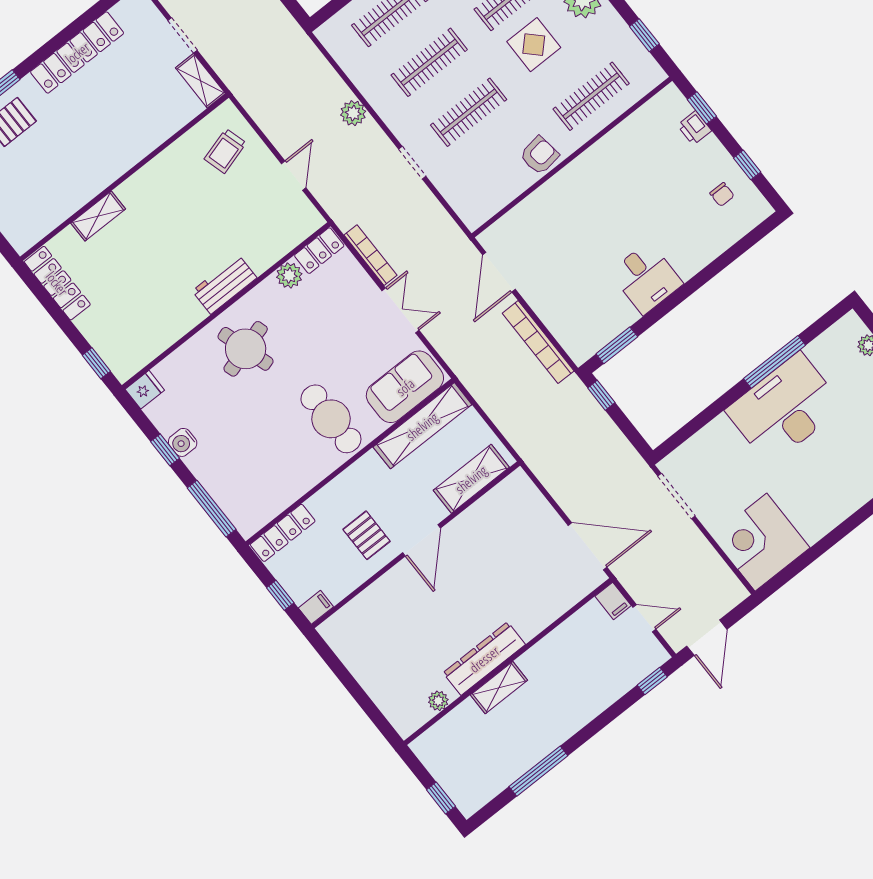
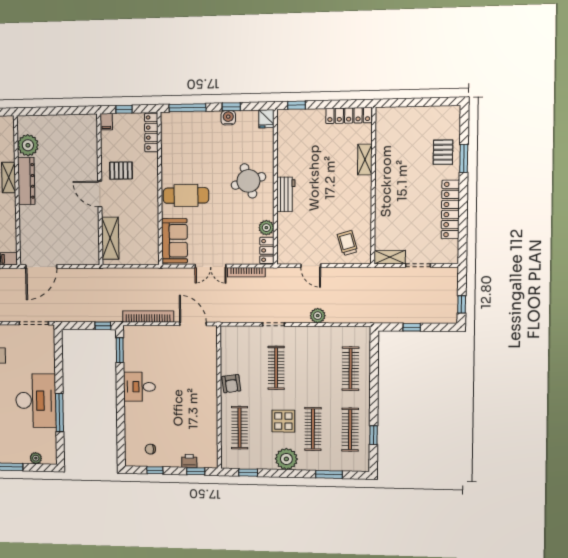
clothes rail: (429, 62) -> (313, 368), removed
shelving: (422, 426) -> (151, 235), removed
plant: (438, 701) -> (28, 145), width x1.88, depth x1.88

